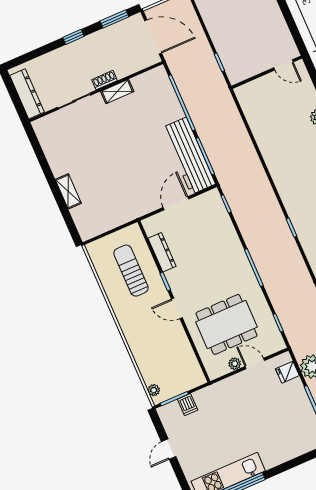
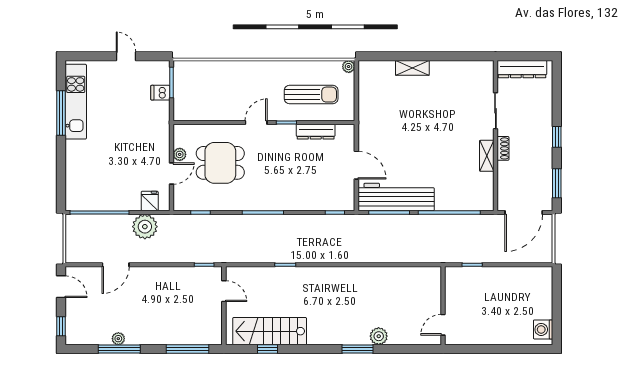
dining table: (226, 324) -> (220, 163), width x0.73
plant: (154, 390) -> (349, 67), moved

